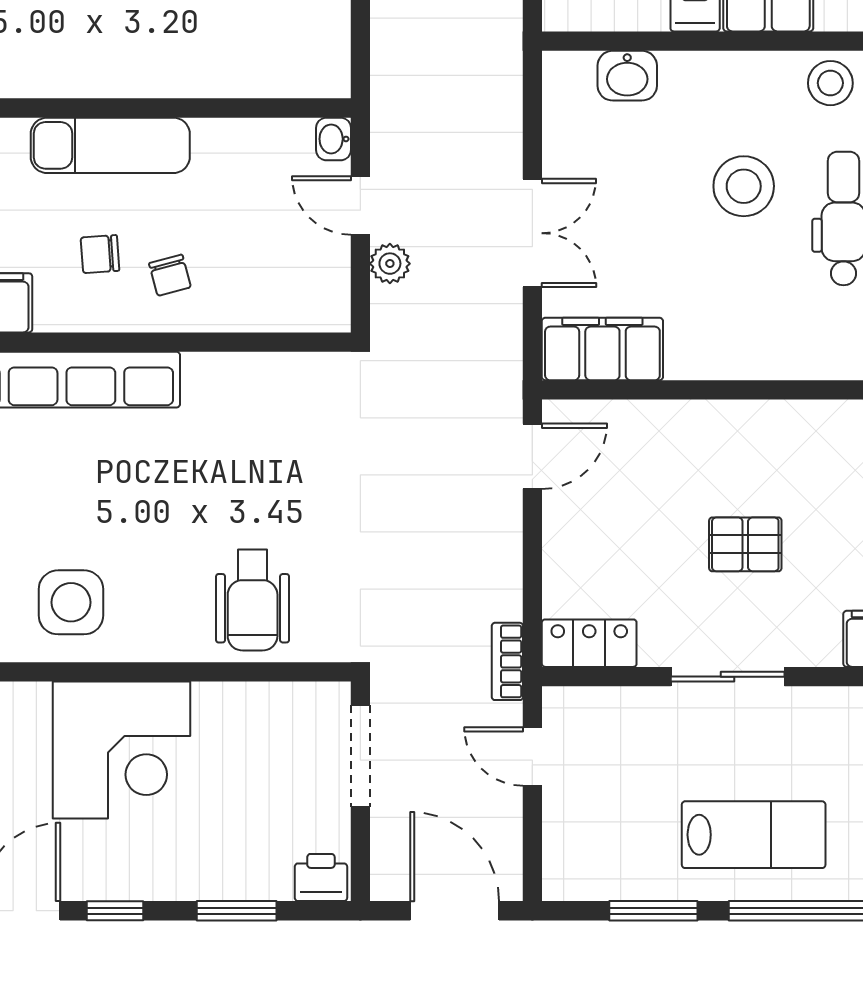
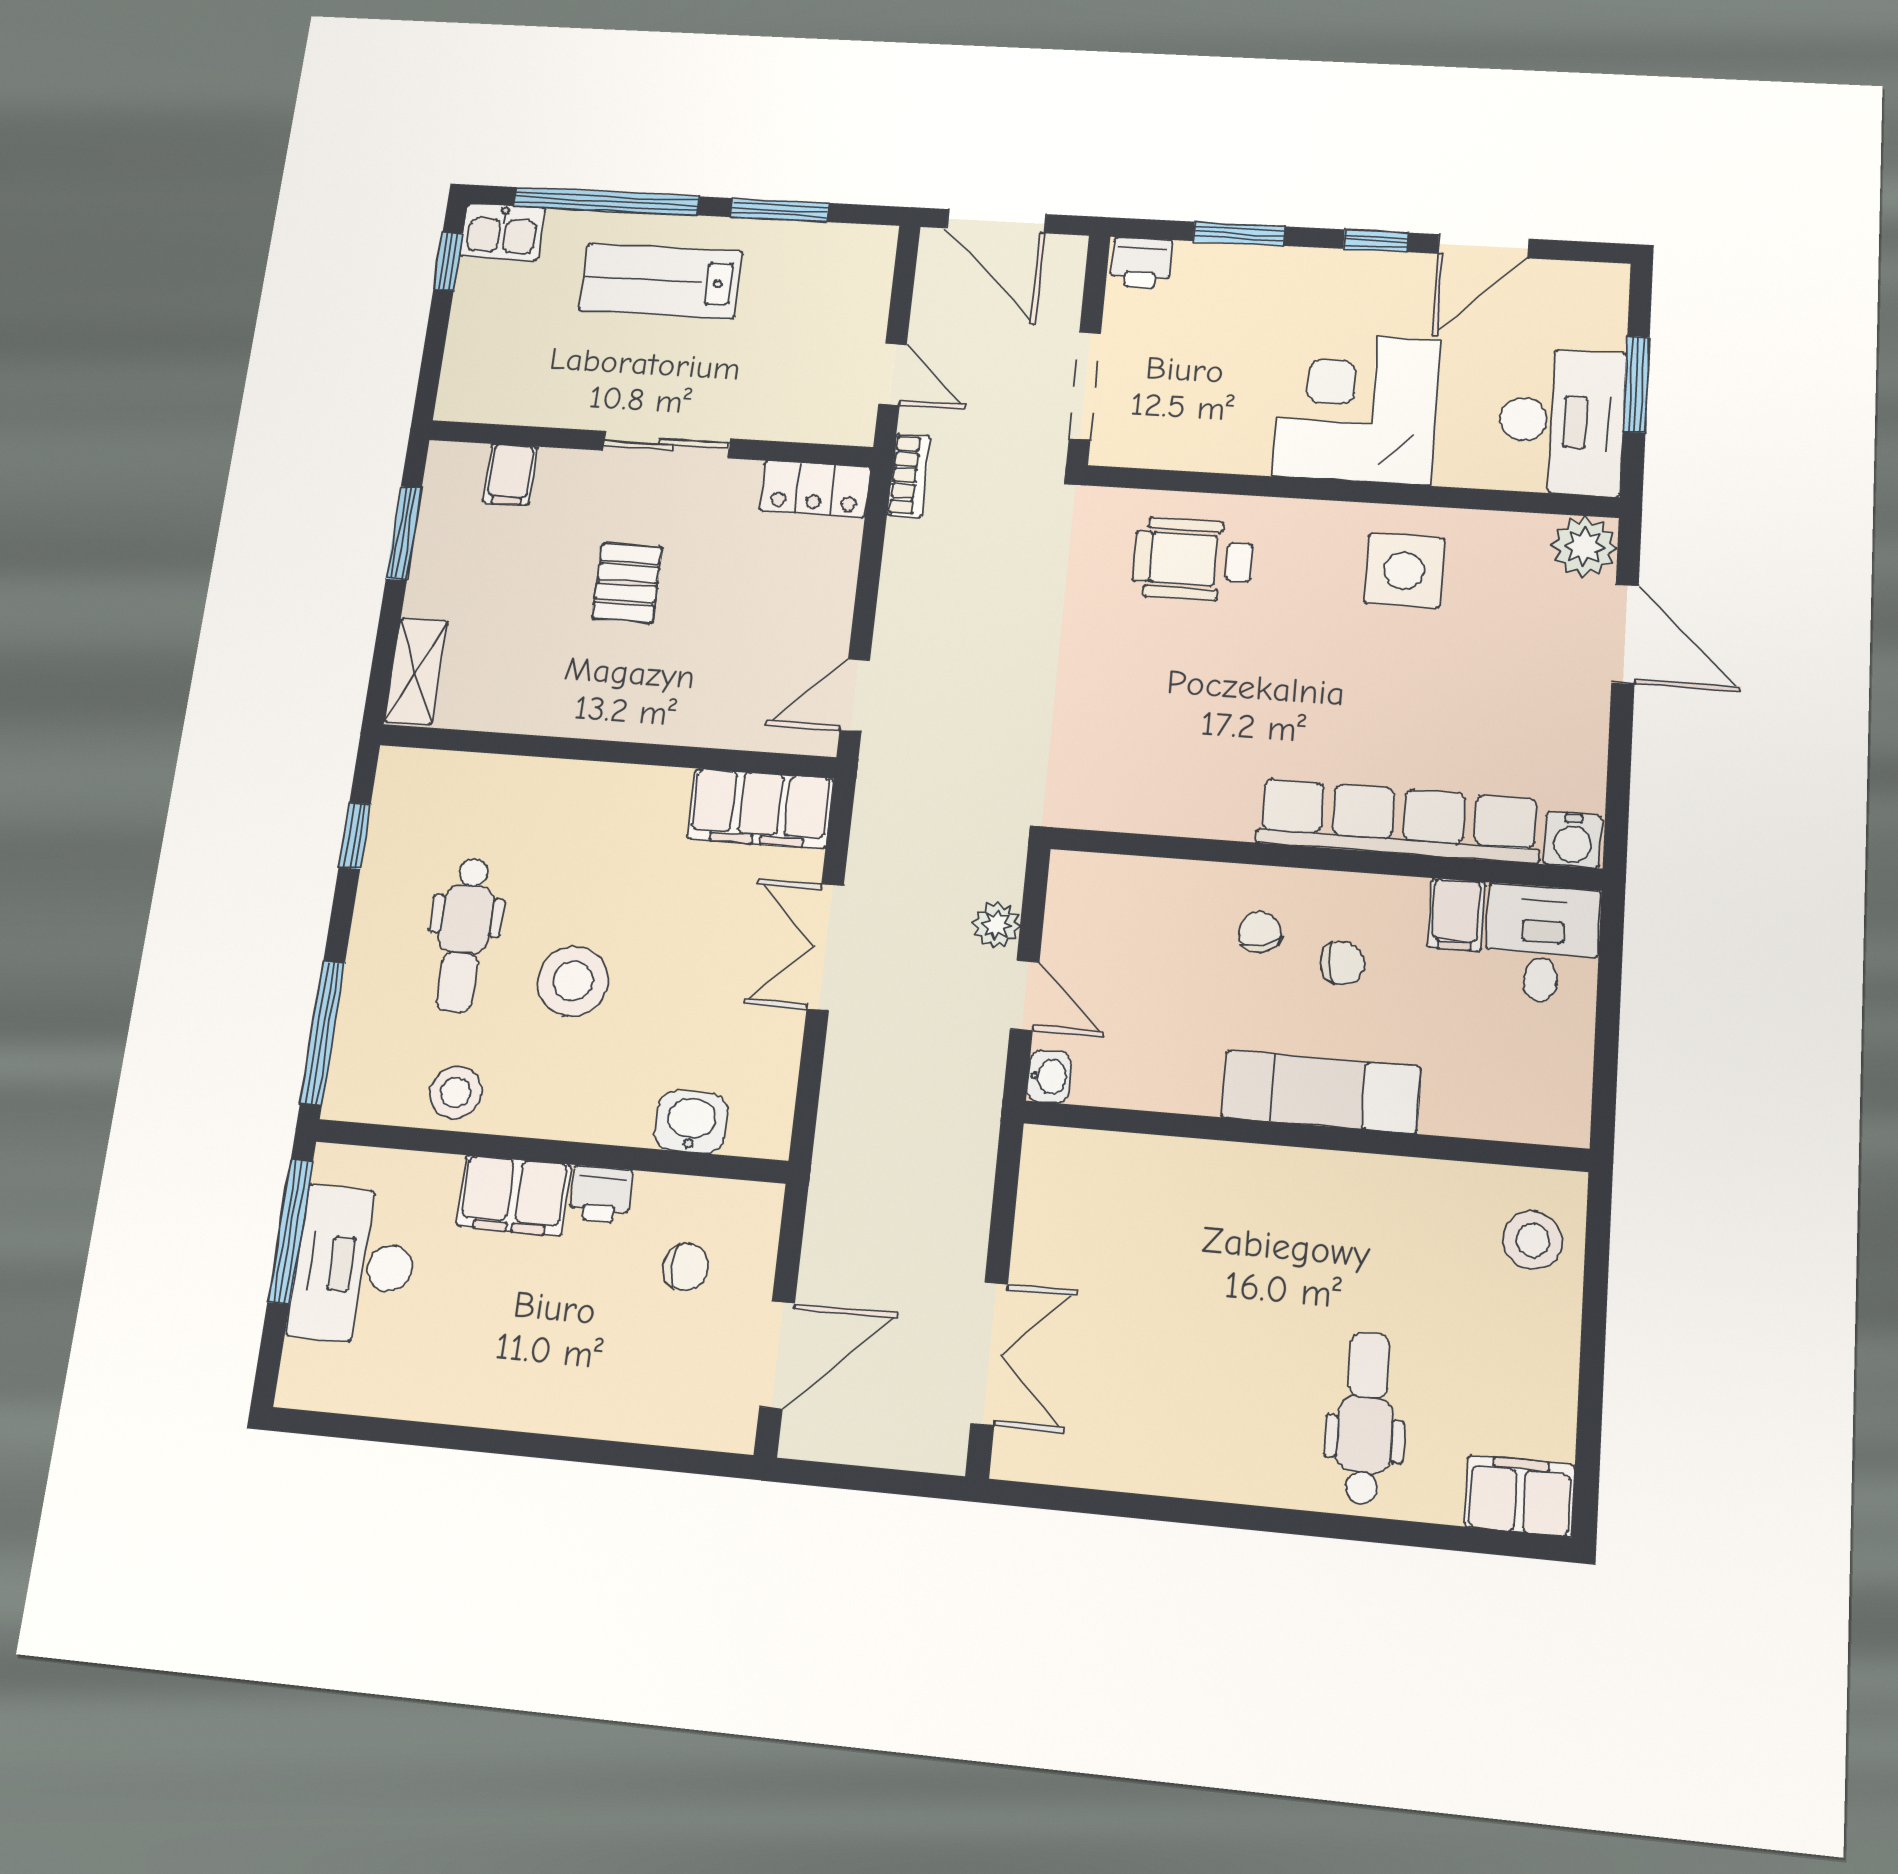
pallet: (745, 544) -> (627, 583), turned 90
wheelchair: (253, 600) -> (1193, 559), turned -90

